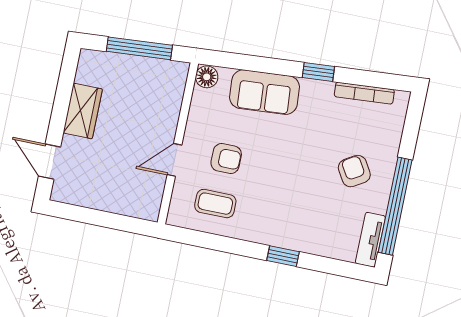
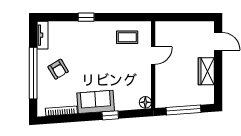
window: (318, 72) -> (110, 115), moved
sofa: (265, 92) -> (96, 102), moved
armchair: (226, 159) -> (126, 62), removed
window: (395, 206) -> (33, 73), moved

